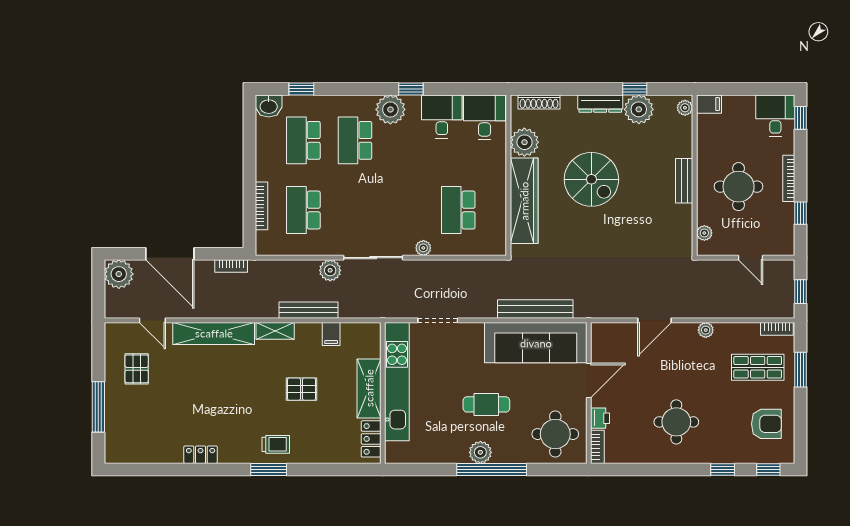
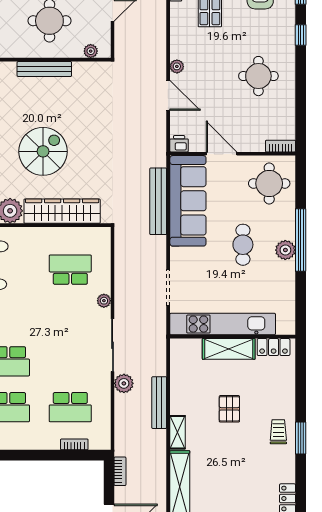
bench: (684, 181) -> (44, 69), width x1.36
bookcase: (261, 206) -> (74, 444), width x0.64
school desk: (458, 210) -> (70, 270), turned 180
plant: (706, 330) -> (177, 66), moved
filing cabinet: (331, 334) -> (180, 383), removed
printer: (600, 418) -> (179, 144), moved

